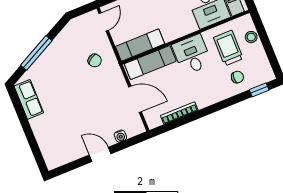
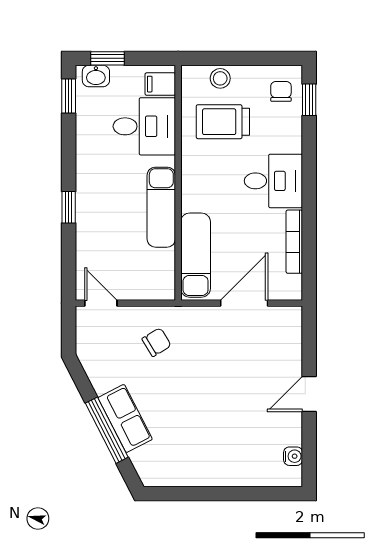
exam couch: (140, 45) -> (161, 207), moved
desk: (192, 55) -> (273, 181), moved, turned 180
chair: (237, 77) -> (281, 91), moved
row of seats: (29, 99) -> (125, 418), moved, turned 63
water cooler: (120, 136) -> (293, 456), moved

